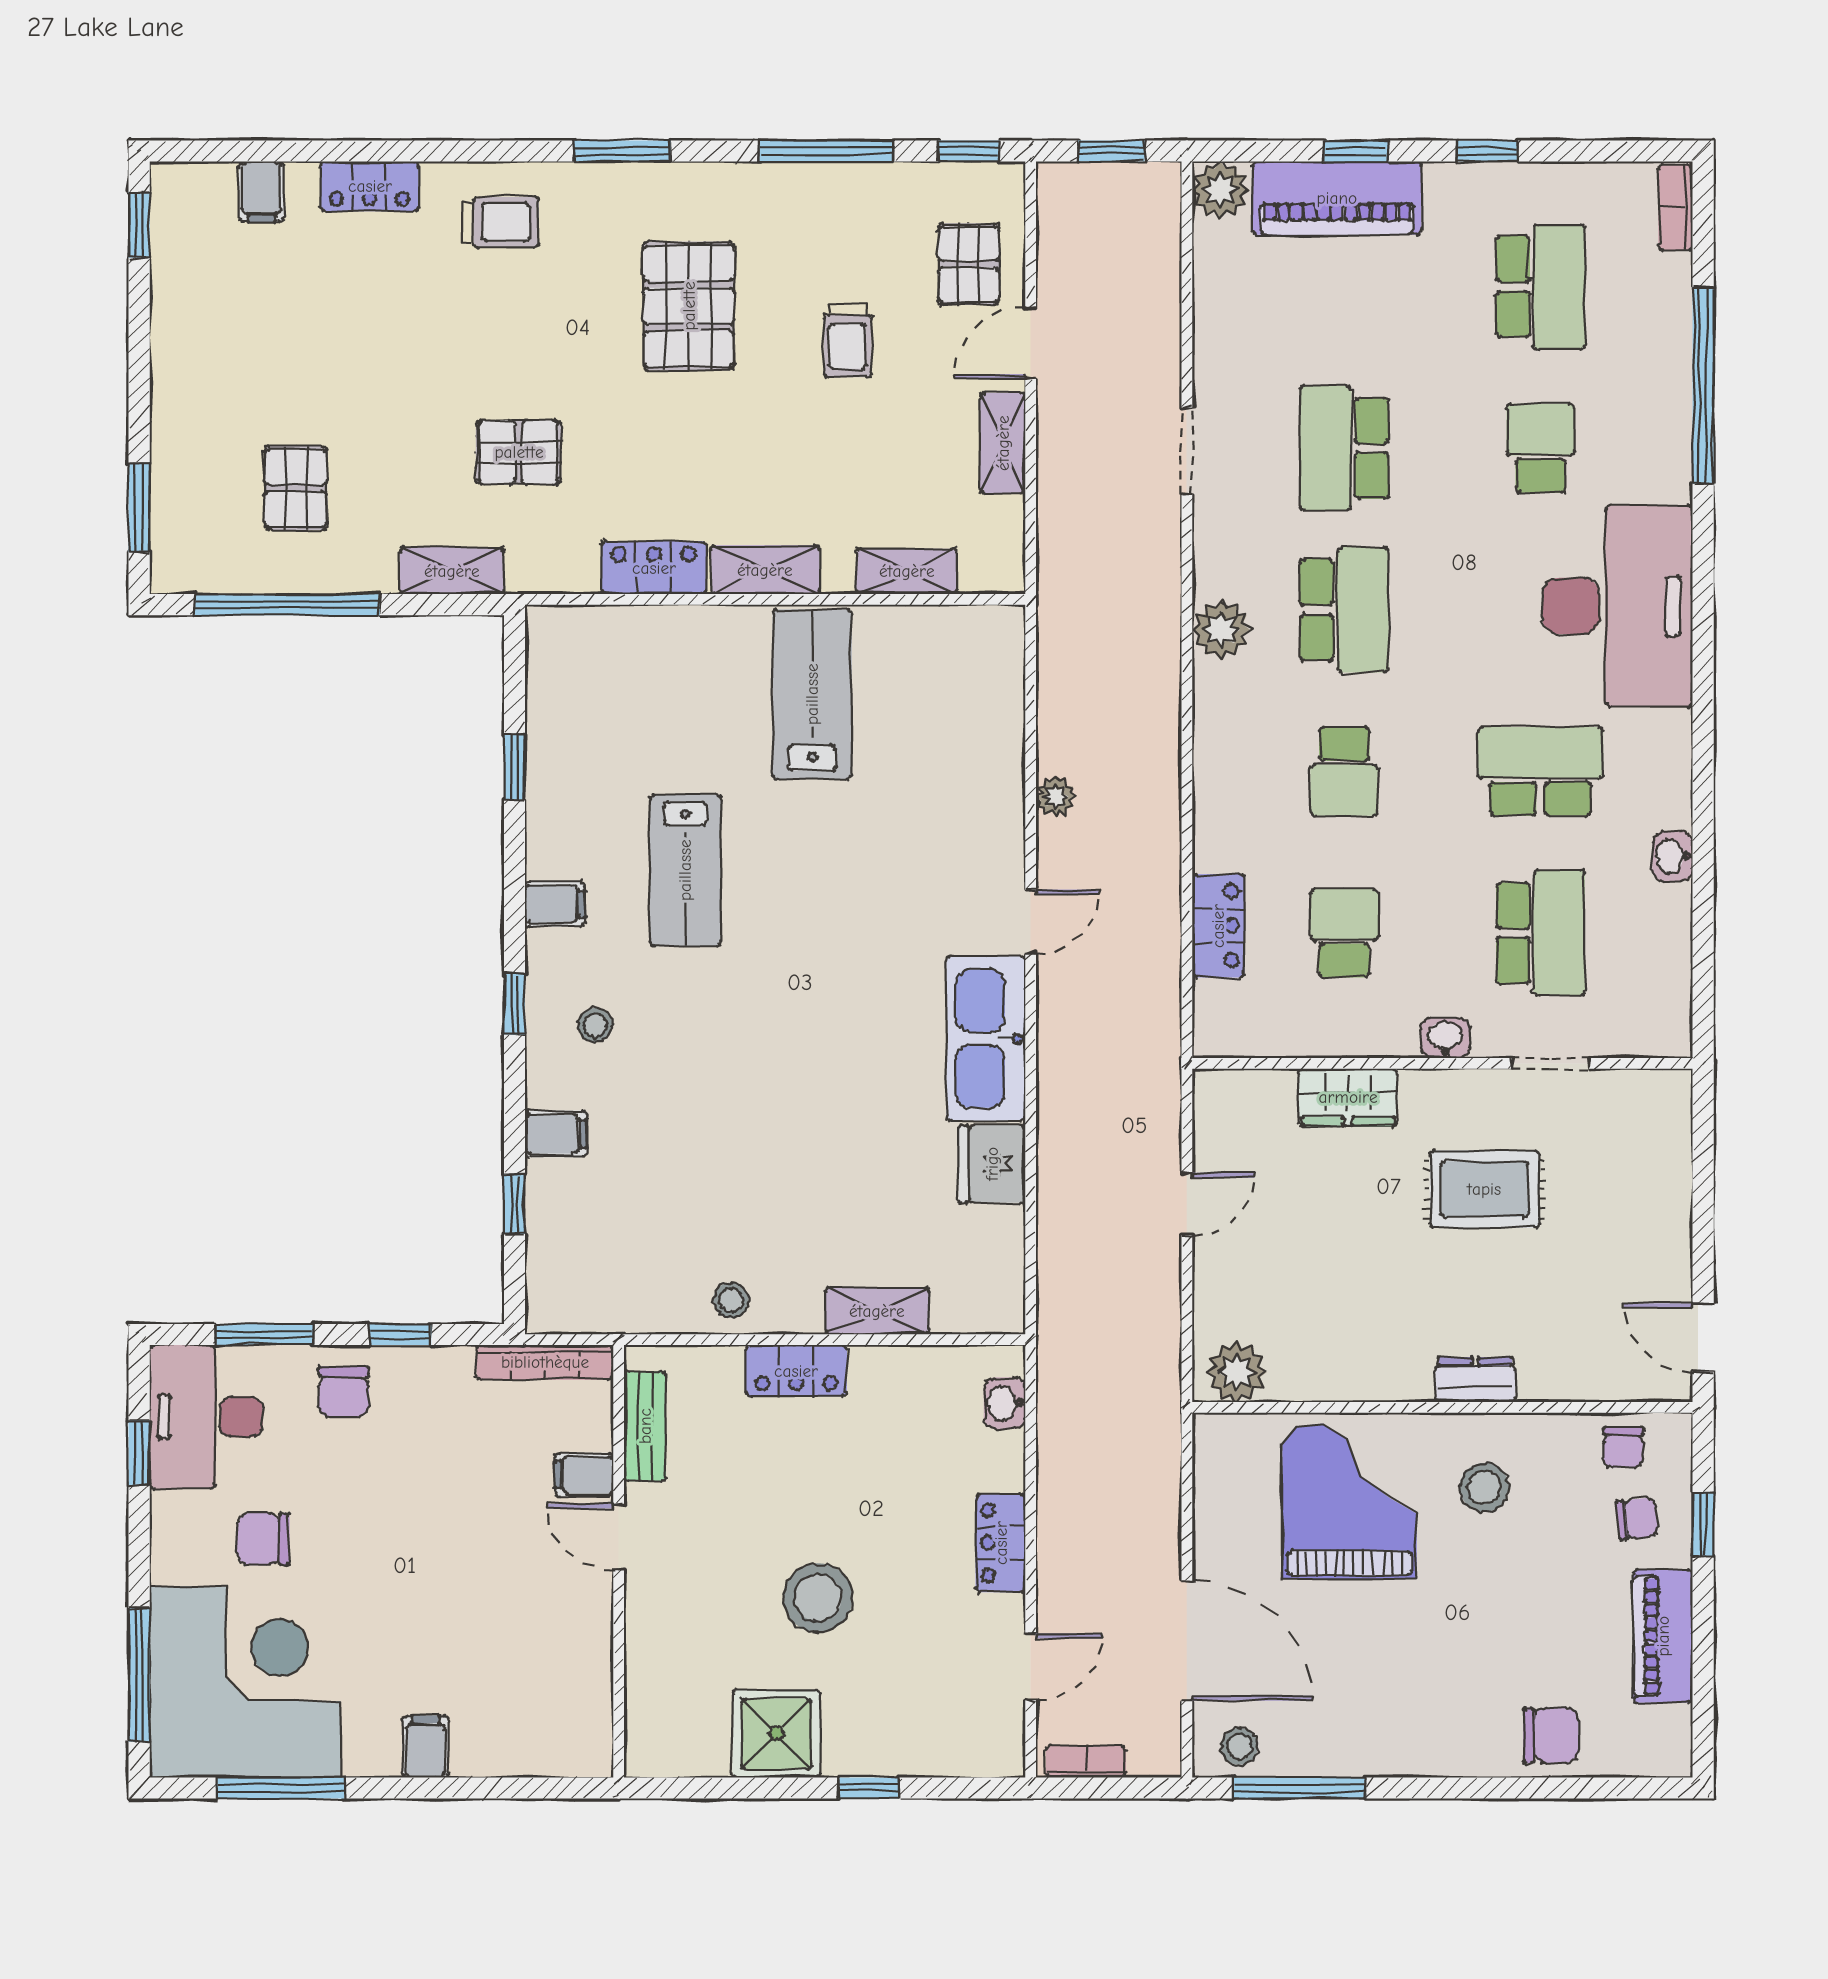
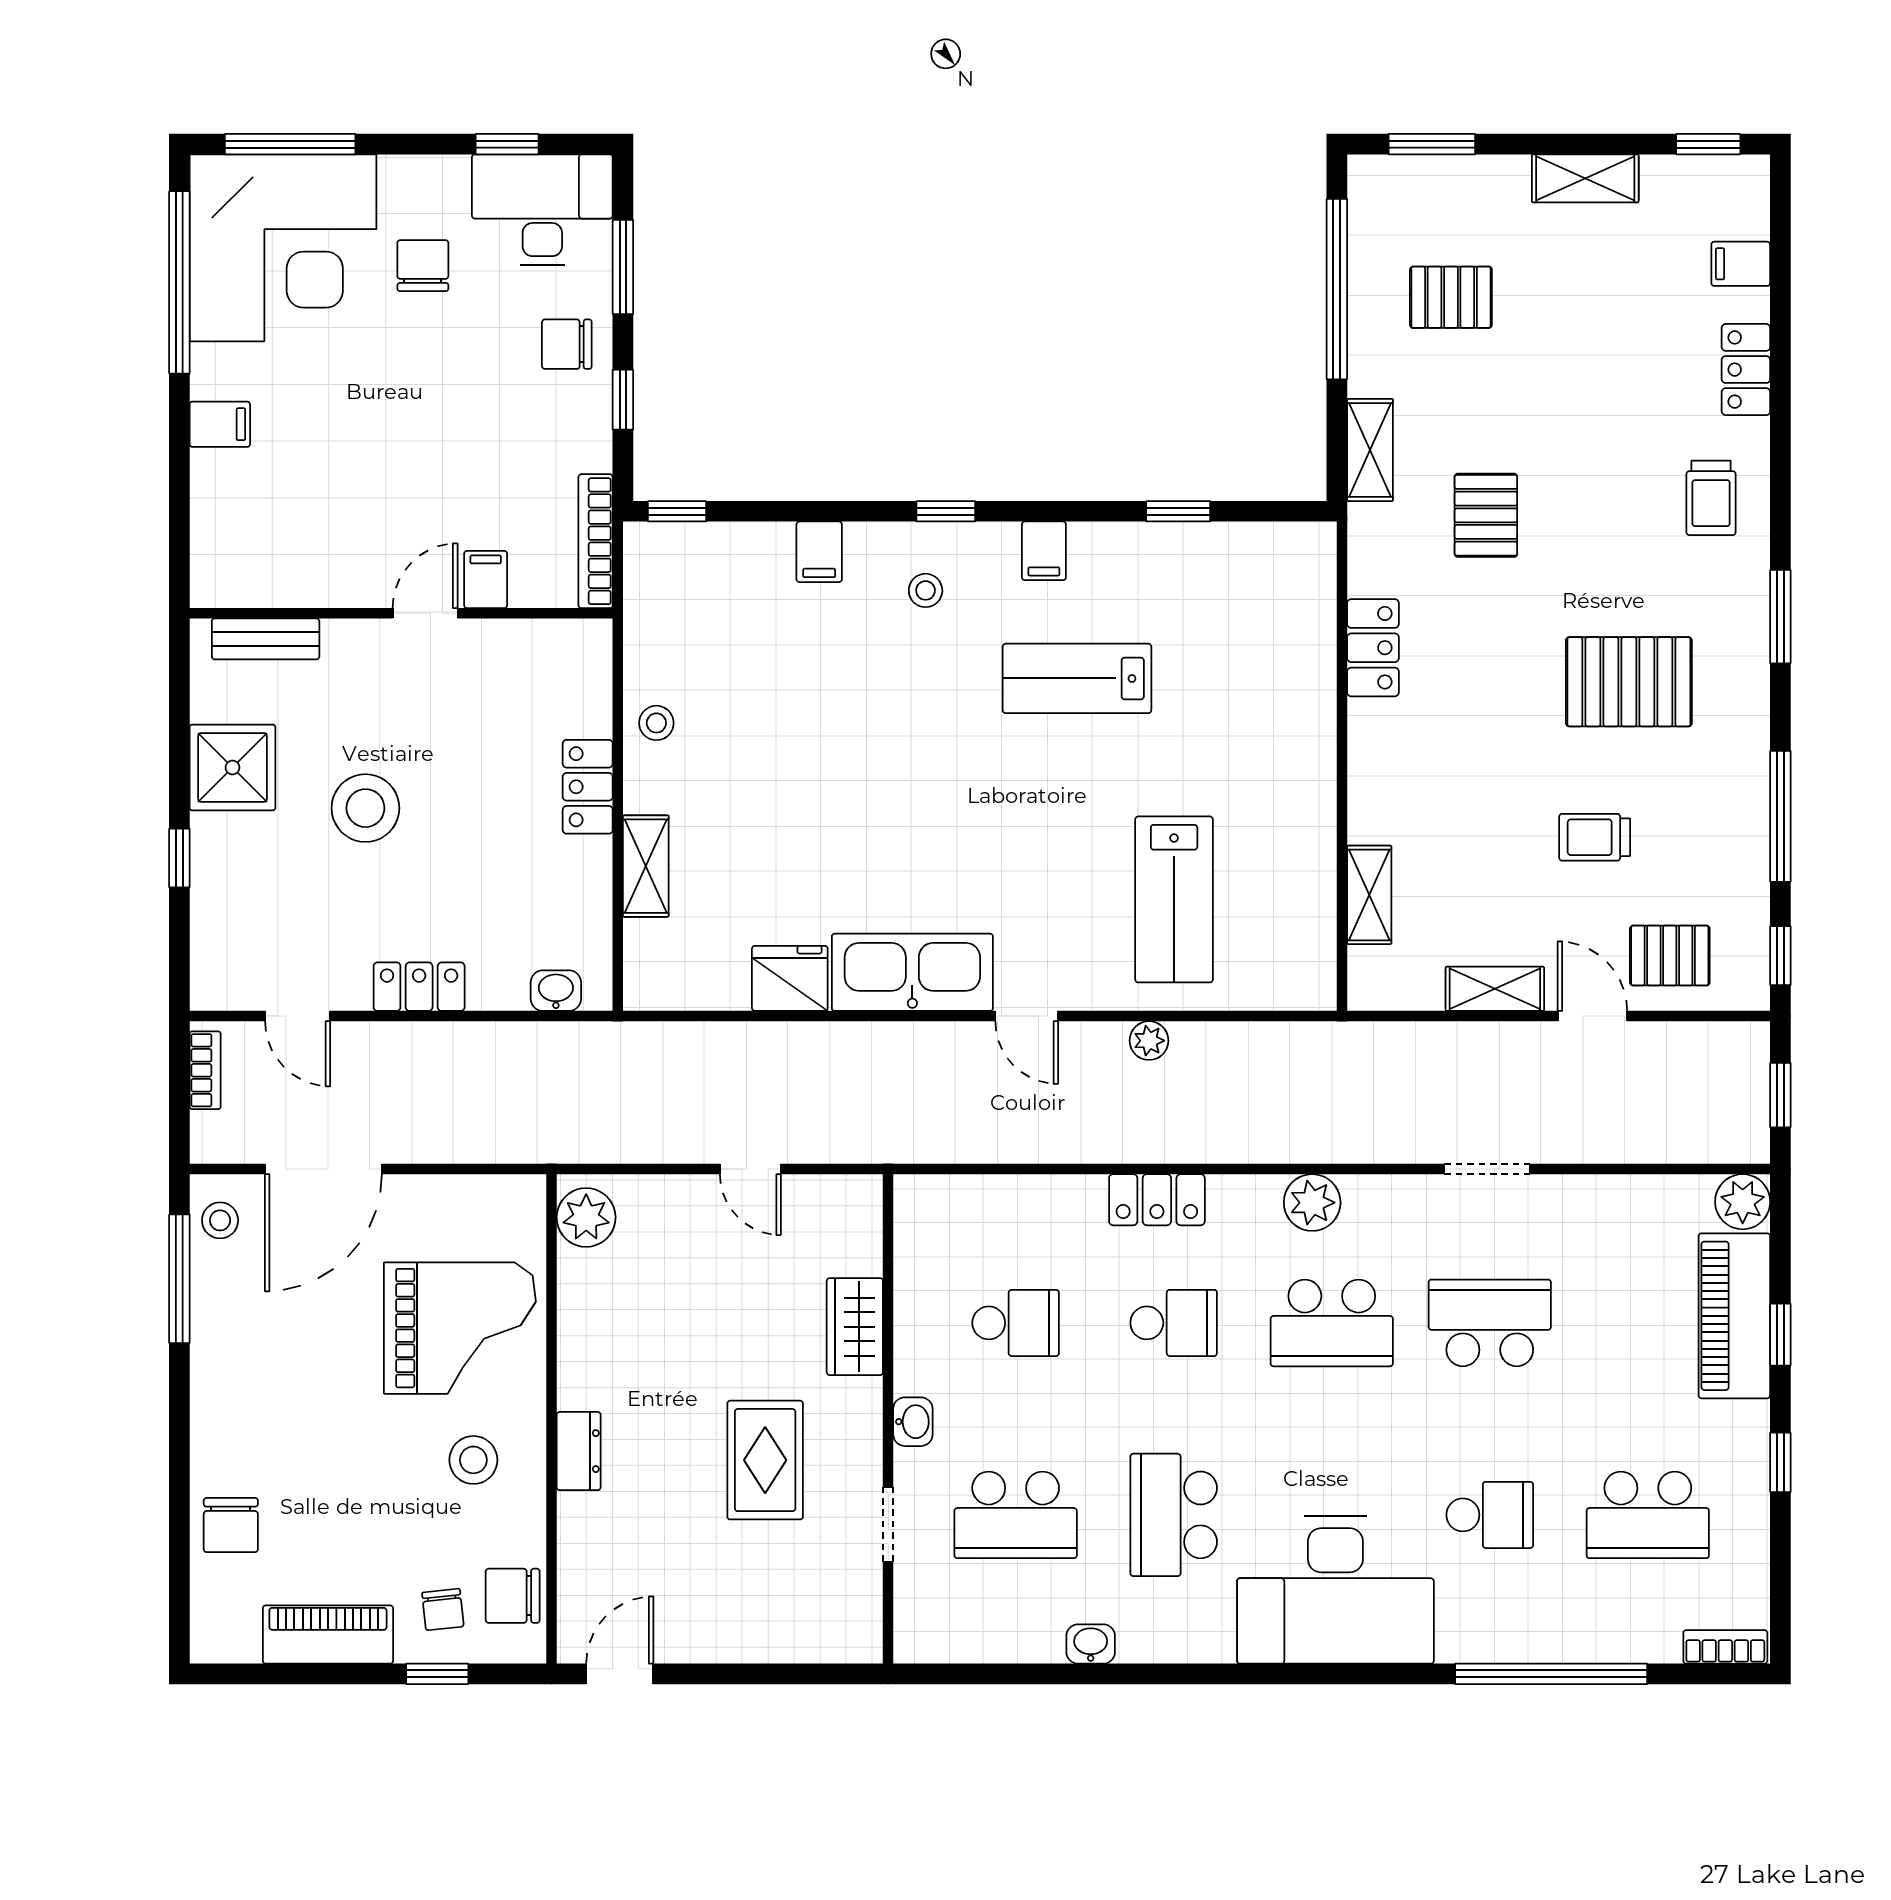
shelving: (765, 570) -> (1585, 178), moved, turned 90
lab bench: (812, 694) -> (1174, 899), moved, turned 90
school desk: (1344, 771) -> (1174, 1323), turned 180
school desk: (1541, 771) -> (1174, 1515), turned 180
locker: (1218, 926) -> (1157, 1200), moved
window: (514, 1204) -> (677, 511), moved
bench: (645, 1426) -> (266, 639), moved
chair: (1623, 1447) -> (513, 1596), width x1.37, depth x1.37
window: (280, 1788) -> (179, 282), width x1.46

